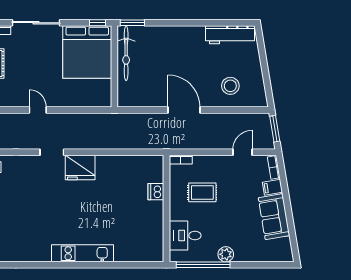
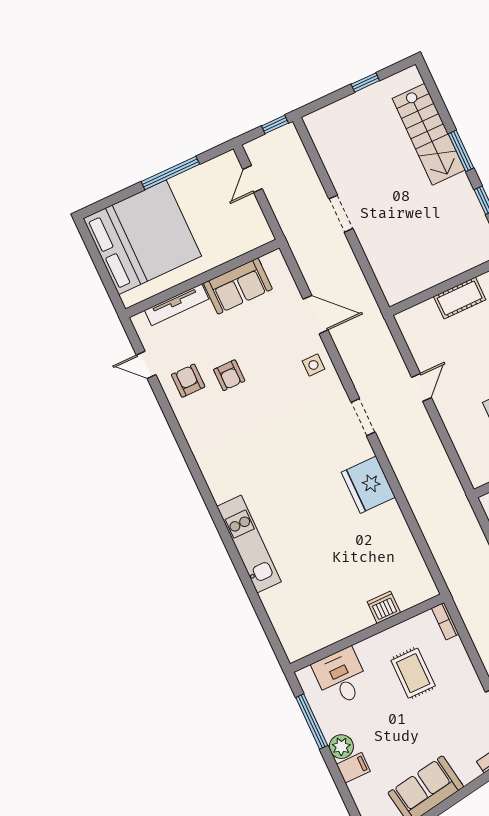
doorway: (52, 152) -> (363, 417), moved
filing cabinet: (272, 187) -> (353, 768), moved, turned 99
window: (203, 265) -> (312, 721), width x0.68

